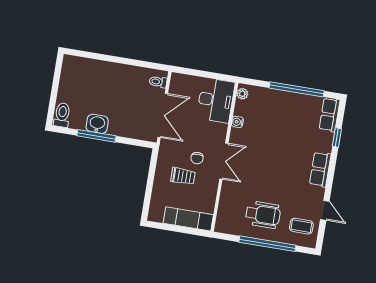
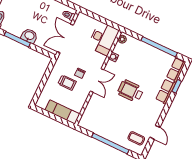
double door: (163, 115) -> (65, 38), swing flipped
washbasin: (97, 124) -> (29, 36), moved
row of seats: (320, 169) -> (166, 91), moved
wheelchair: (263, 215) -> (130, 91), moved, turned 180

